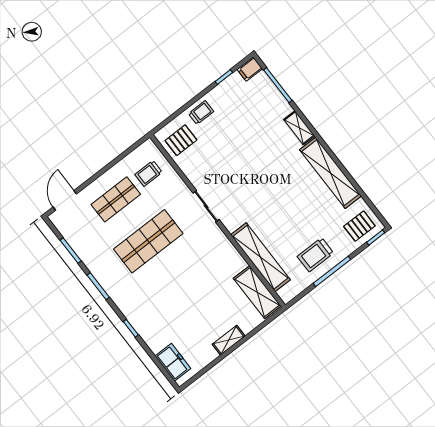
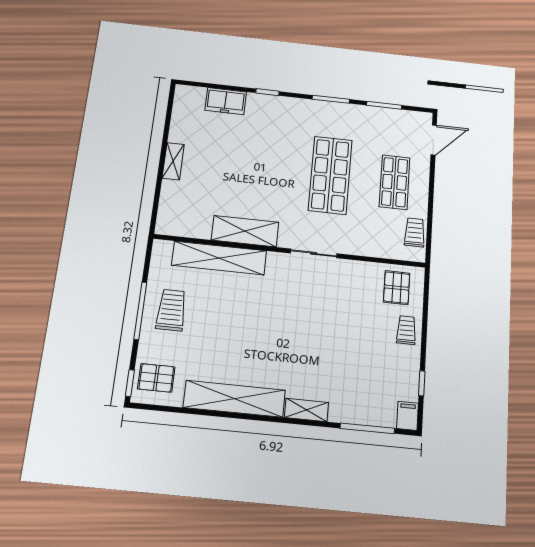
trolley: (201, 113) -> (406, 330), turned 180
trolley: (149, 173) -> (415, 232), moved
door: (65, 200) -> (434, 140), hinge flipped
pallet: (359, 226) -> (156, 378), turned 90
shelving: (257, 292) -> (245, 231), moved
freezer: (173, 362) -> (226, 101), moved

